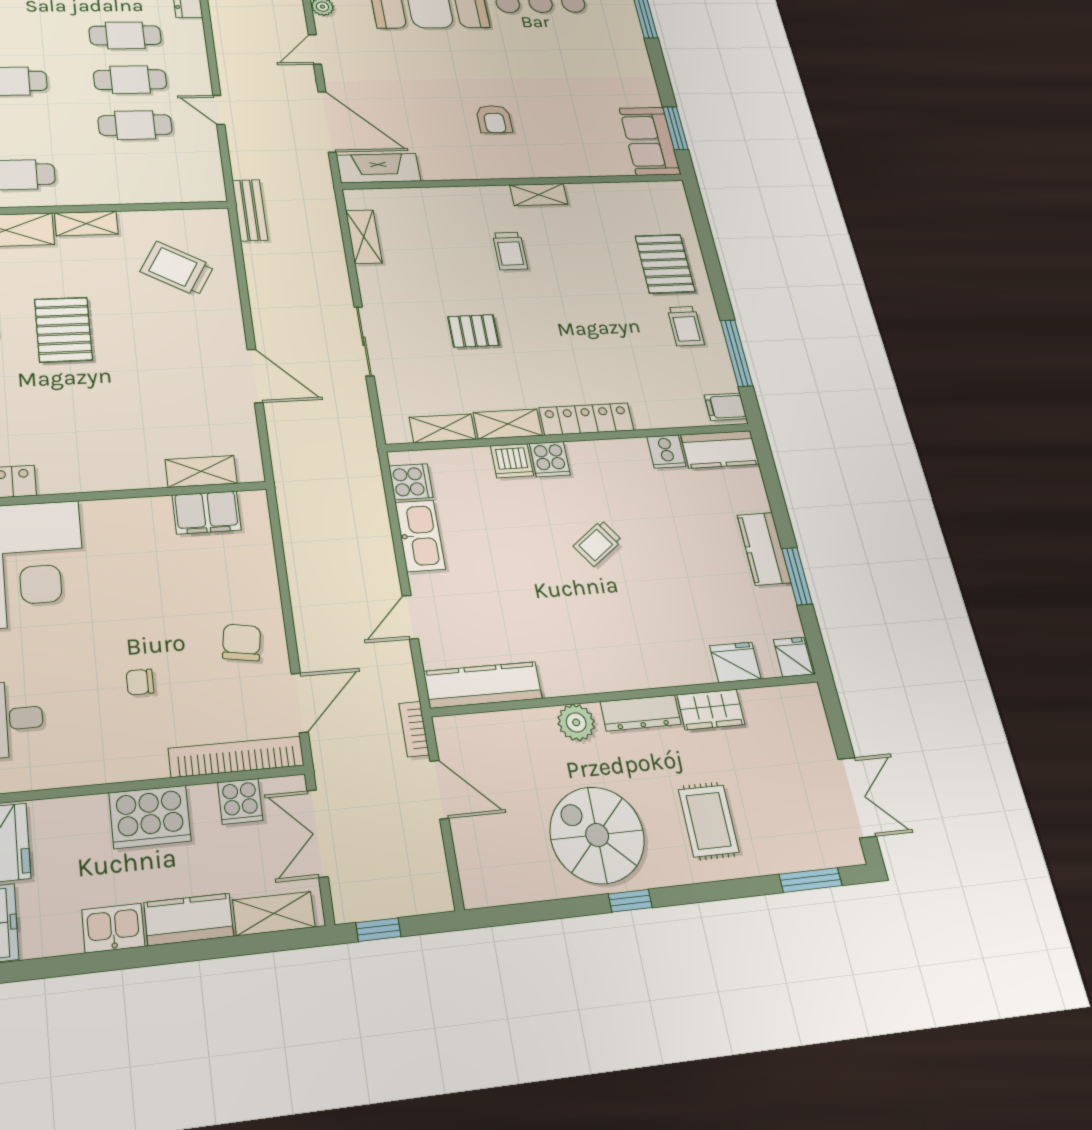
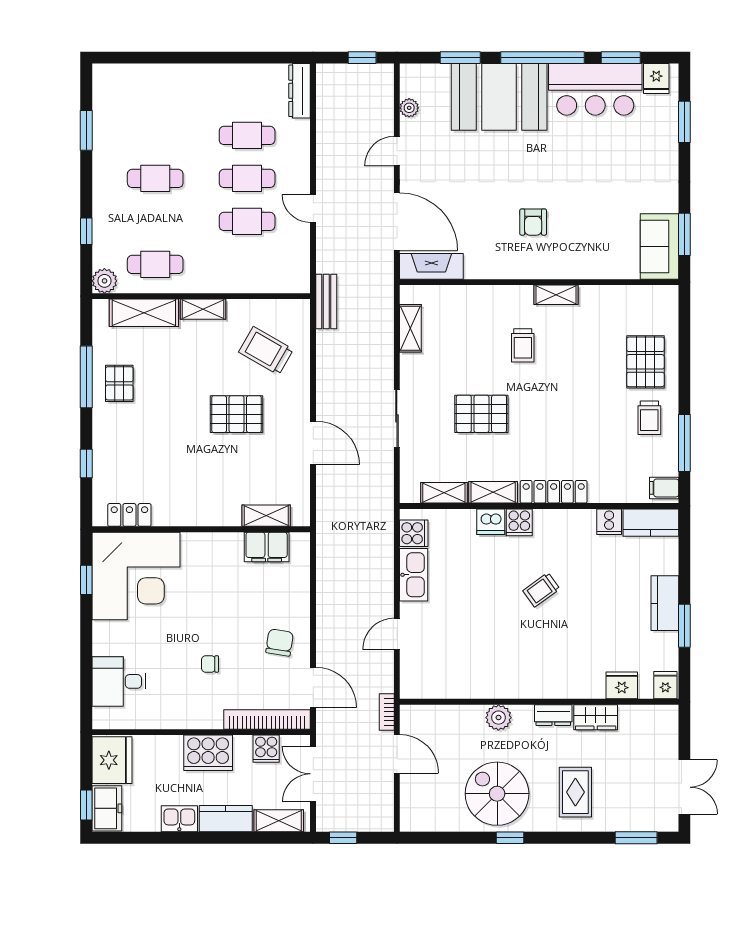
pallet: (63, 330) -> (236, 414), moved, turned 90
pallet: (473, 331) -> (481, 414), width x1.50, depth x1.42
kitchen counter: (483, 685) -> (439, 686), removed
door: (300, 703) -> (313, 687), hinge flipped
dresser: (641, 713) -> (553, 715), width x0.70

